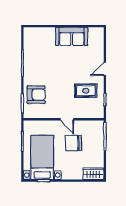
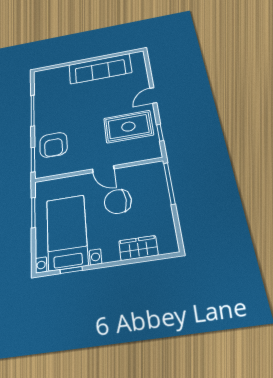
sofa: (72, 36) -> (100, 69), width x1.36
rug: (86, 91) -> (128, 127), width x1.36, depth x1.43
armchair: (36, 95) -> (53, 145), turned 90
wardrobe: (93, 174) -> (138, 248), moved

